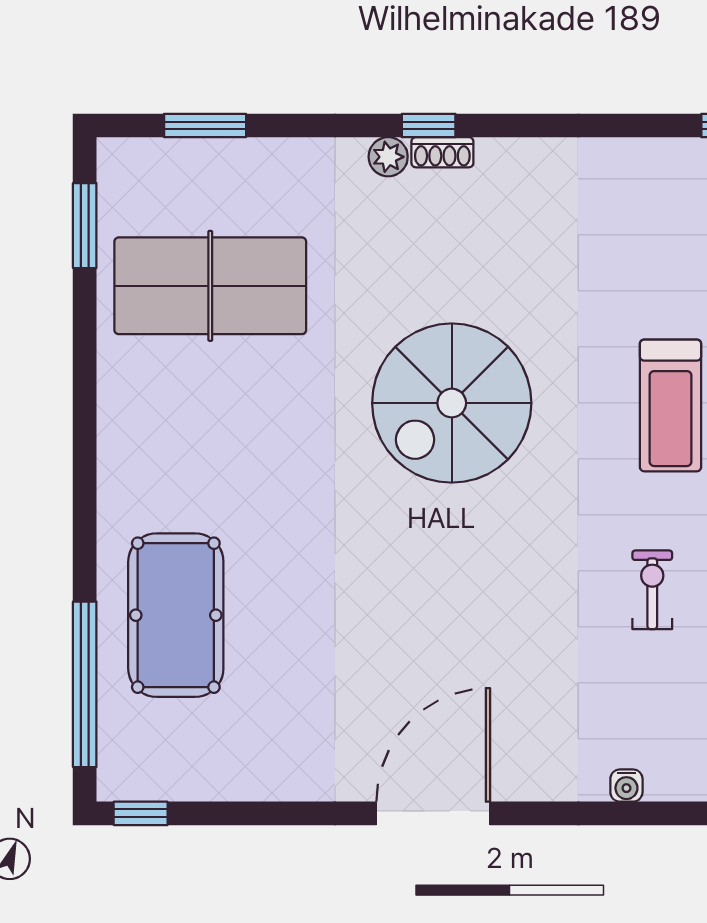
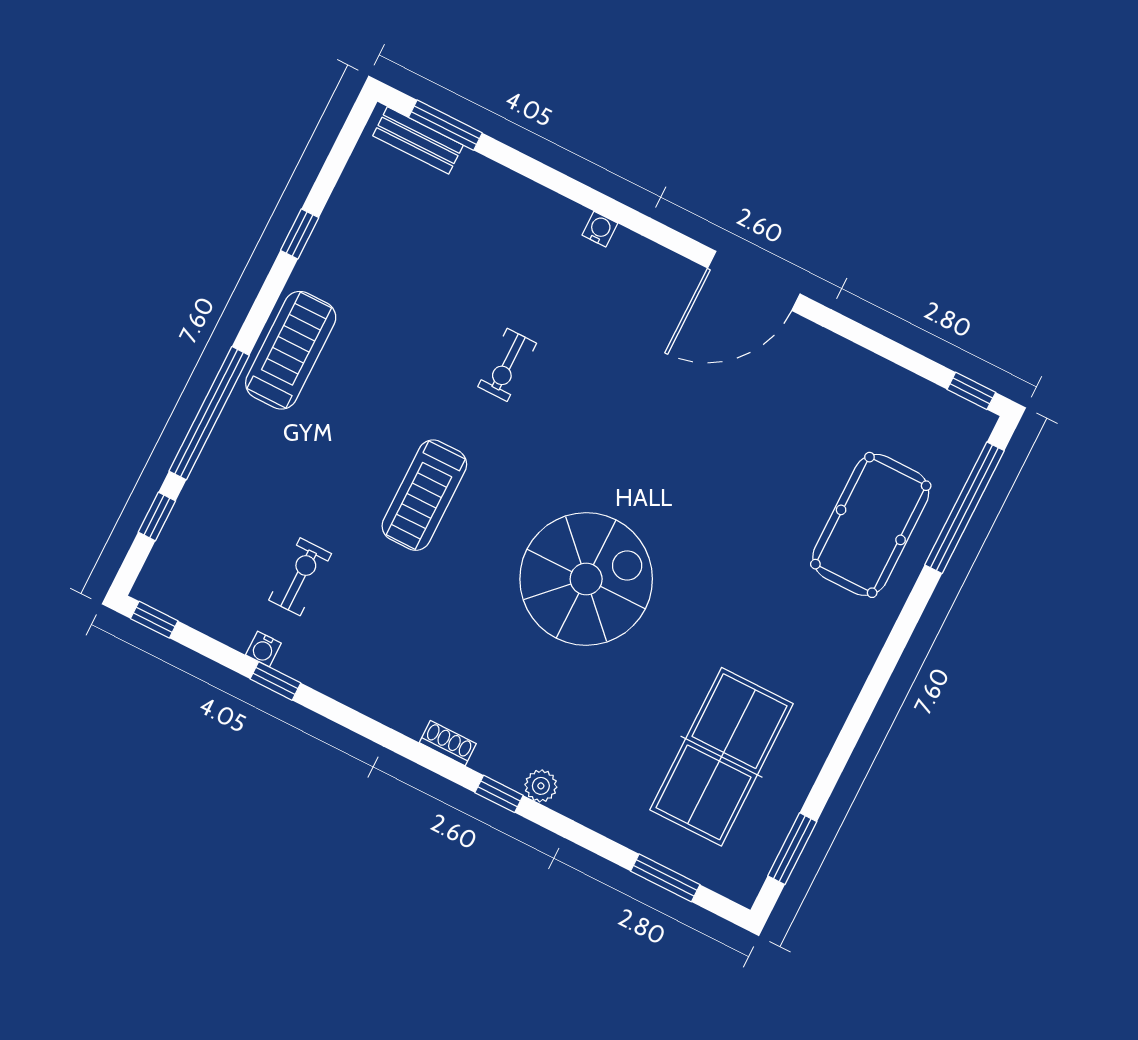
shoe rack: (442, 152) -> (448, 743), moved
table tennis table: (210, 286) -> (722, 757), turned 90
treadmill: (671, 405) -> (424, 495), turned 180

